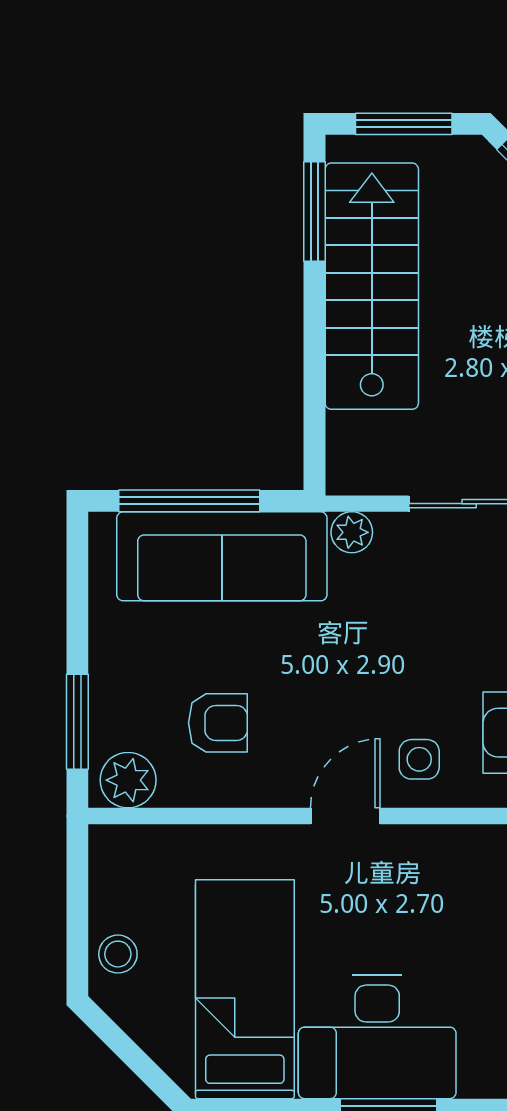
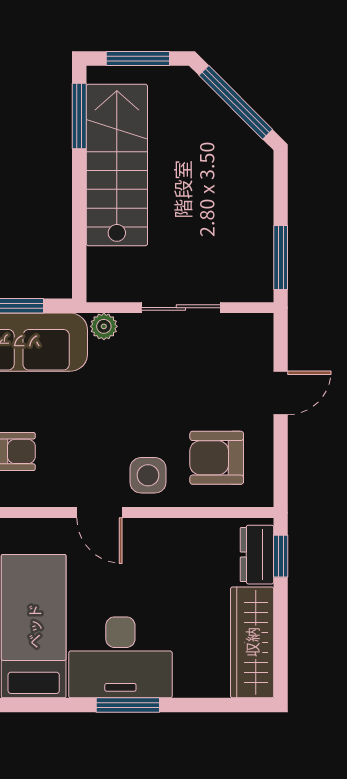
side table: (419, 759) -> (148, 475), width x1.37, depth x1.37
door: (345, 816) -> (99, 512), swing flipped

